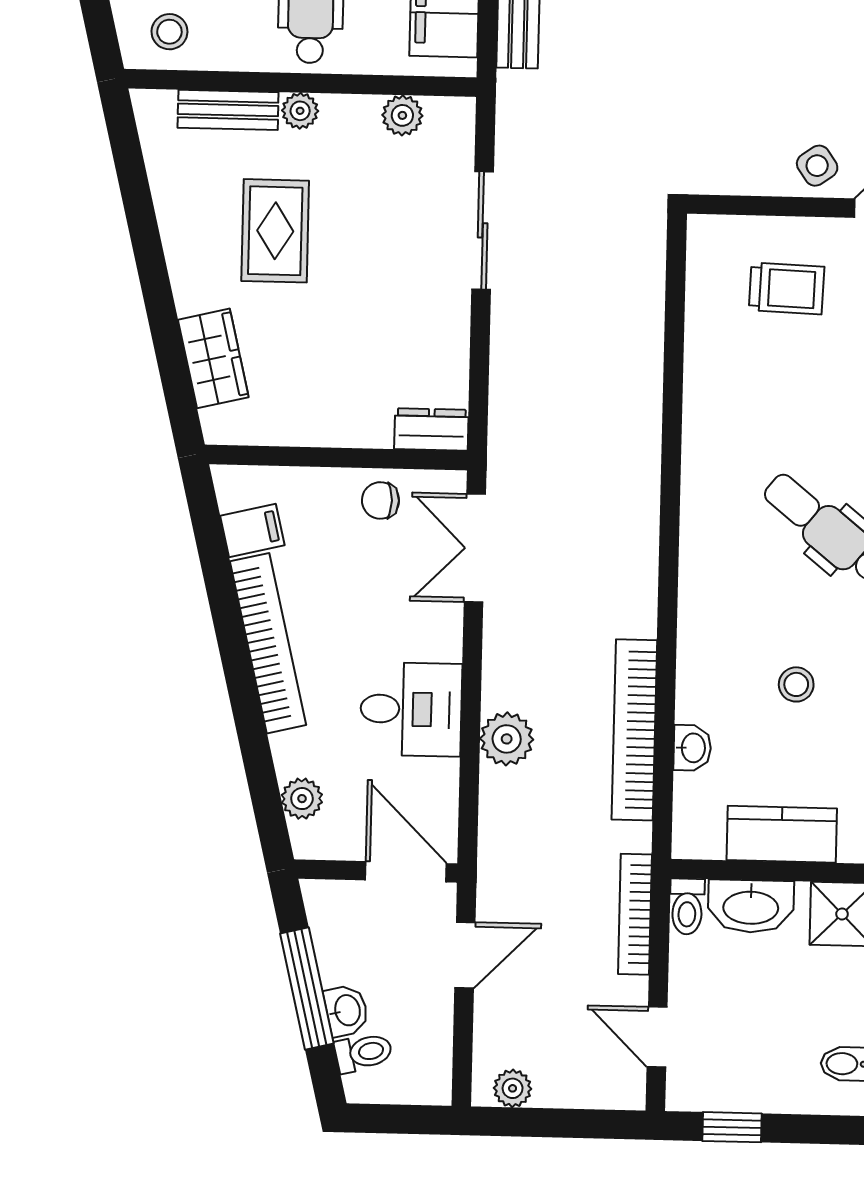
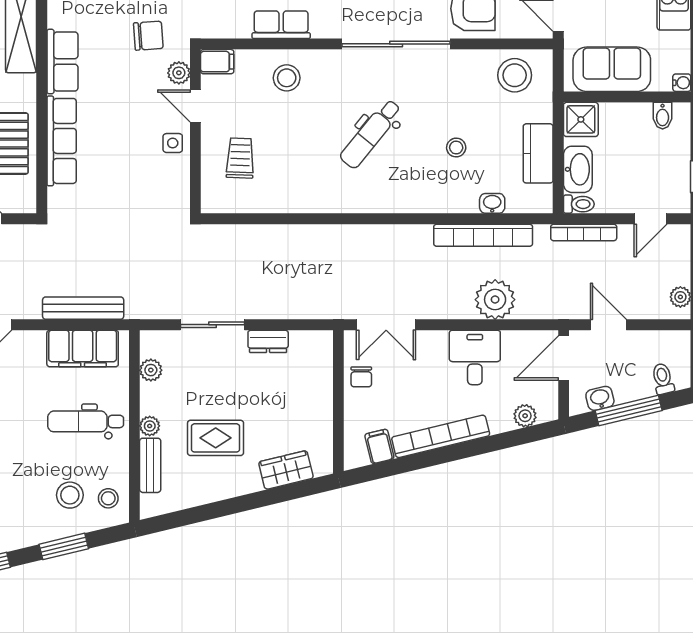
side table: (817, 166) -> (173, 143), turned 35
dresser: (431, 429) -> (268, 341), moved, turned -90
plant: (507, 739) -> (495, 300), width x1.36, depth x1.36
washbasin: (346, 1010) -> (600, 398), moved

